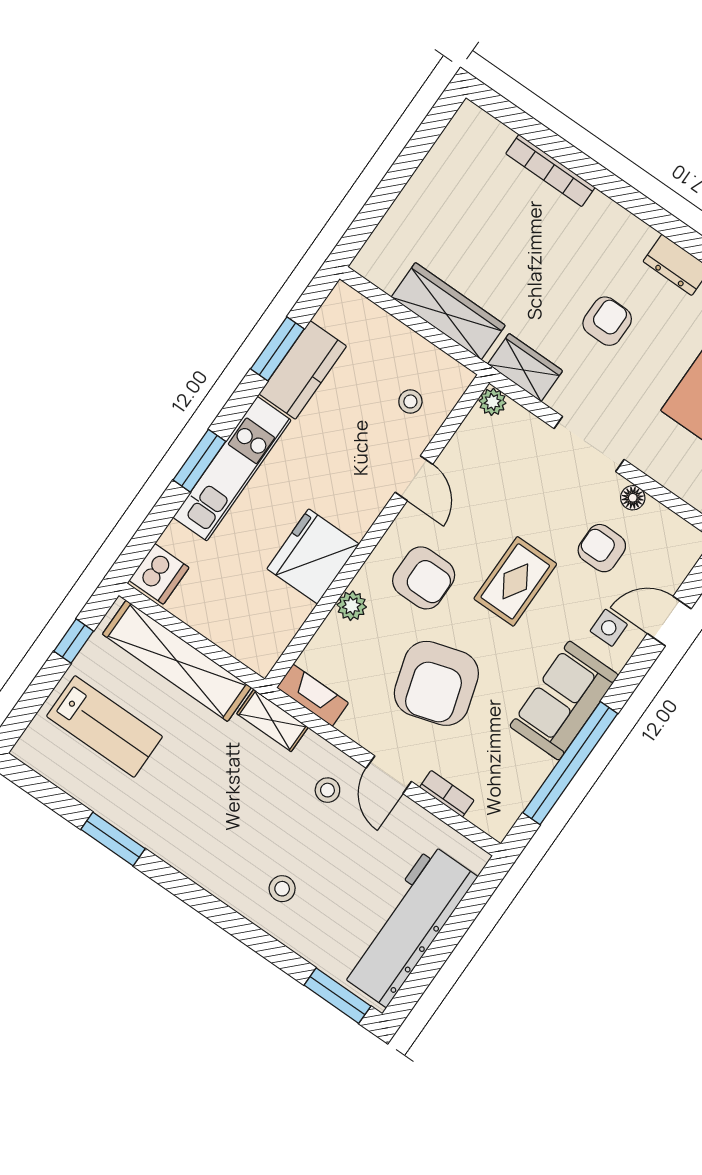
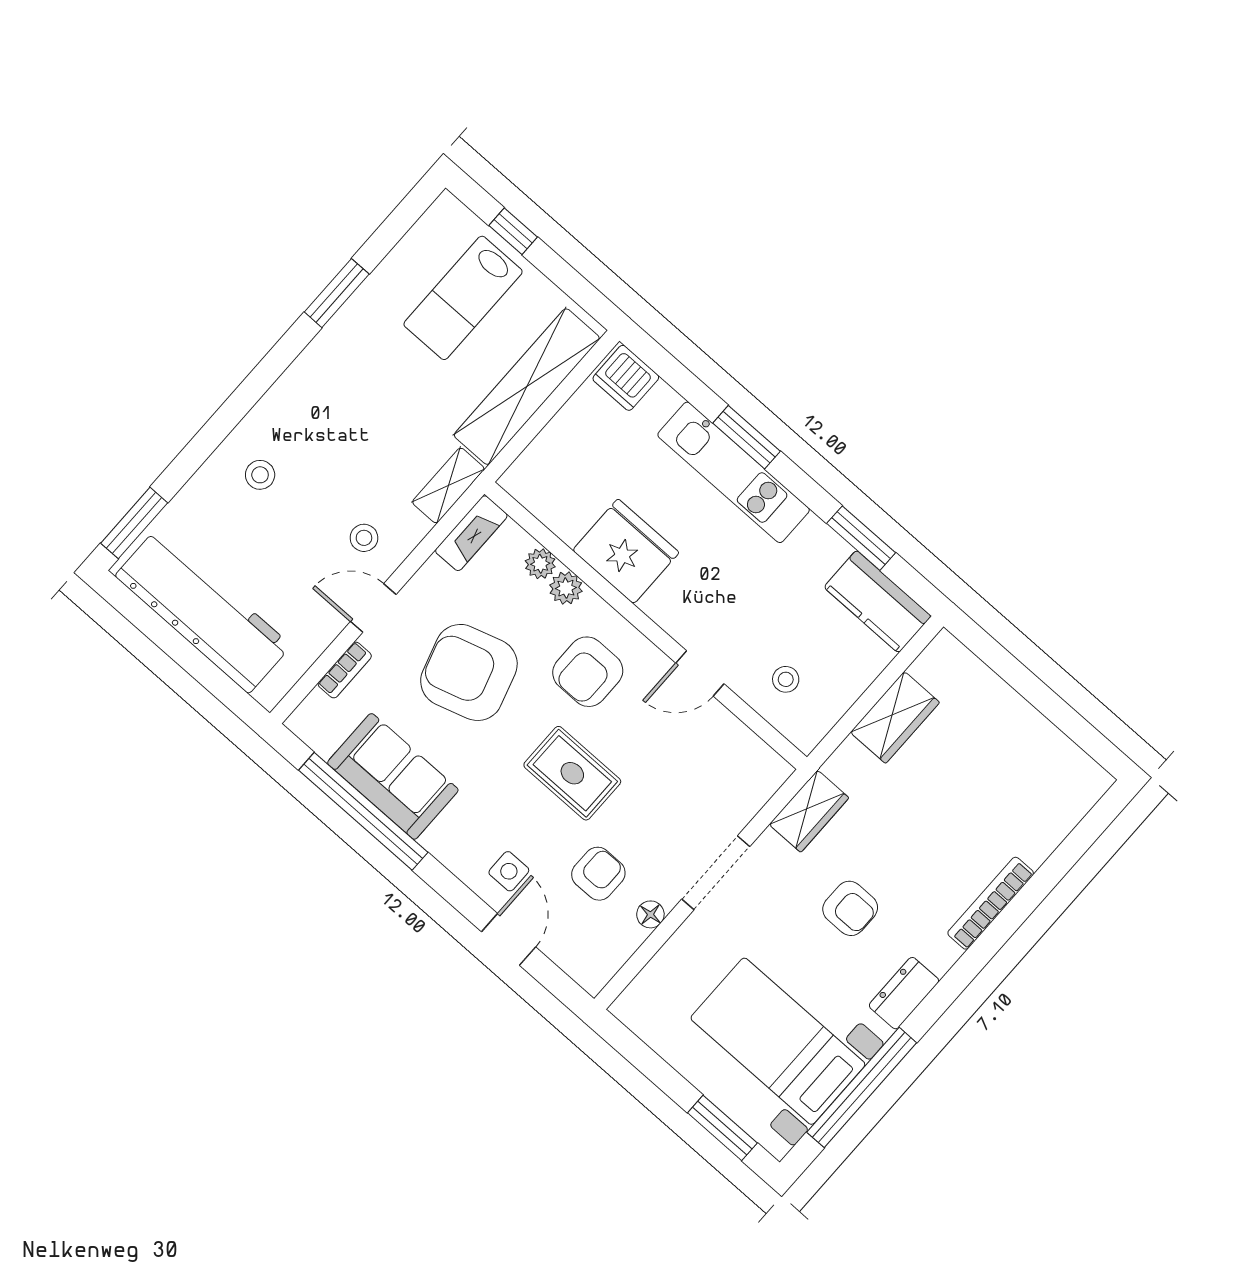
bookcase: (550, 171) -> (991, 903), moved
wardrobe: (448, 311) -> (895, 717), width x0.67
kitchen counter: (303, 370) -> (878, 602), moved
plant: (492, 402) -> (540, 564), moved
window: (74, 641) -> (513, 231), moved
sofa: (564, 701) -> (393, 776), moved

